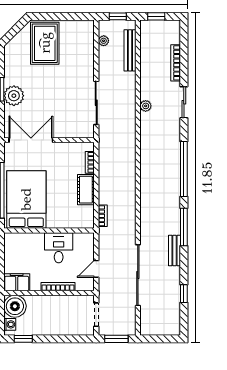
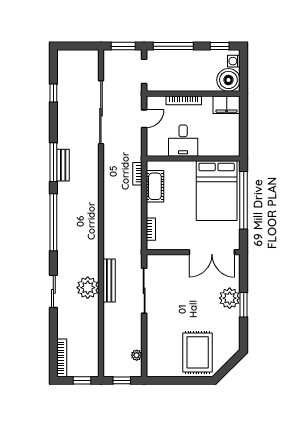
bench: (130, 50) -> (109, 280), moved
bookcase: (176, 63) -> (62, 358), moved
plant: (146, 106) -> (88, 288), width x1.88, depth x1.88
cot: (86, 190) -> (155, 186), moved
bench: (174, 251) -> (63, 165), moved
window: (68, 339) -> (173, 46), added

